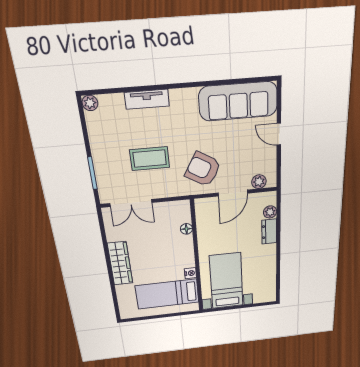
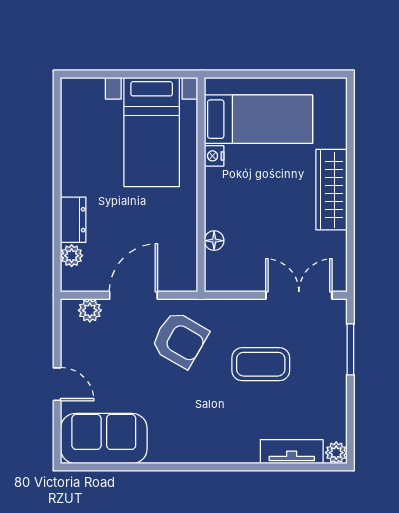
tv unit: (147, 99) -> (292, 452), moved
sofa: (238, 101) -> (104, 438), width x0.73

